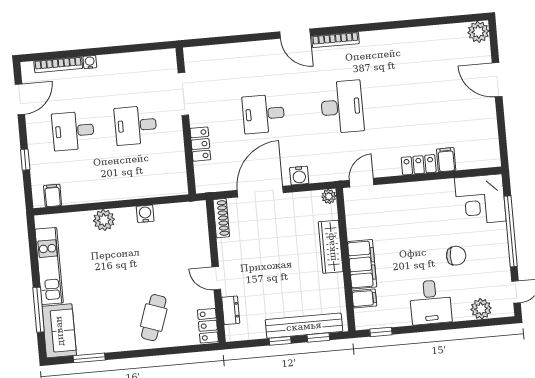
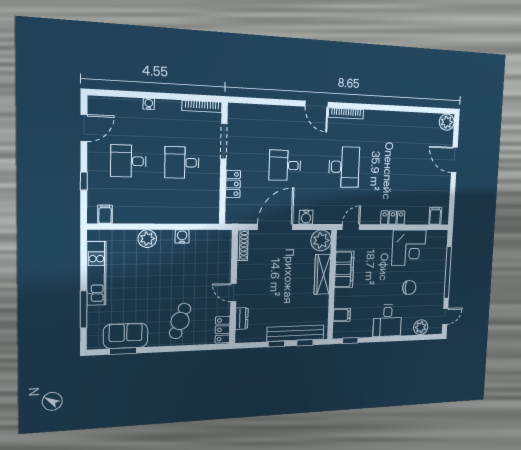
bookcase: (58, 65) -> (202, 106), moved
filing cabinet: (446, 160) -> (435, 216), moved
plant: (329, 196) -> (321, 240), width x1.88, depth x1.88
corner desk: (480, 200) -> (409, 248), moved, turned -90
filing cabinet: (362, 264) -> (344, 269), moved
sofa: (59, 331) -> (126, 336), moved, turned -90

